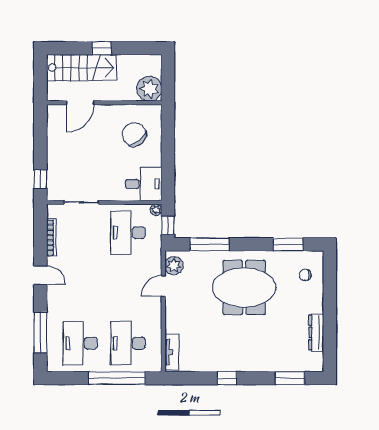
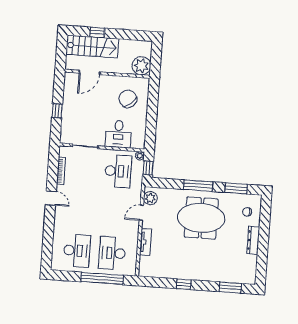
window: (102, 48) -> (97, 32), moved
window: (40, 179) -> (57, 111), moved
desk: (144, 184) -> (118, 134), moved, turned 90
desk: (128, 233) -> (118, 171), turned 180
window: (209, 244) -> (198, 186), moved
window: (40, 332) -> (48, 240), removed
dresser: (316, 333) -> (253, 240), moved
desk: (80, 343) -> (77, 251), turned 180
tv unit: (172, 352) -> (146, 242), moved

